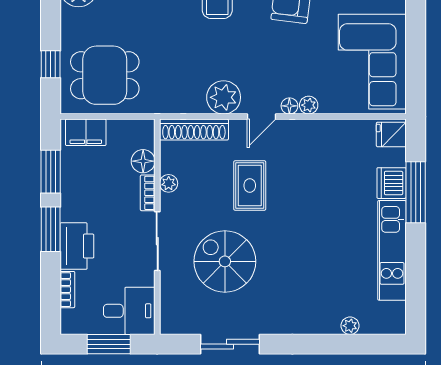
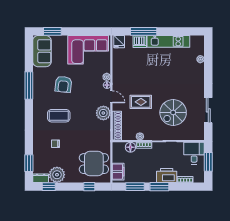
dining table: (105, 75) -> (94, 164), turned 90

